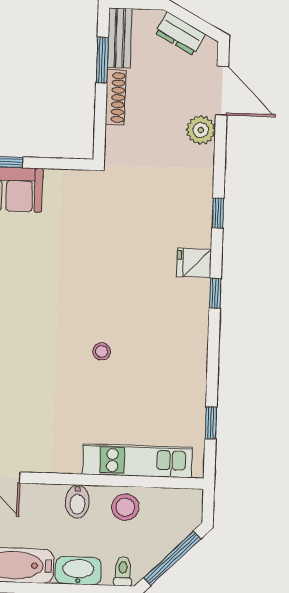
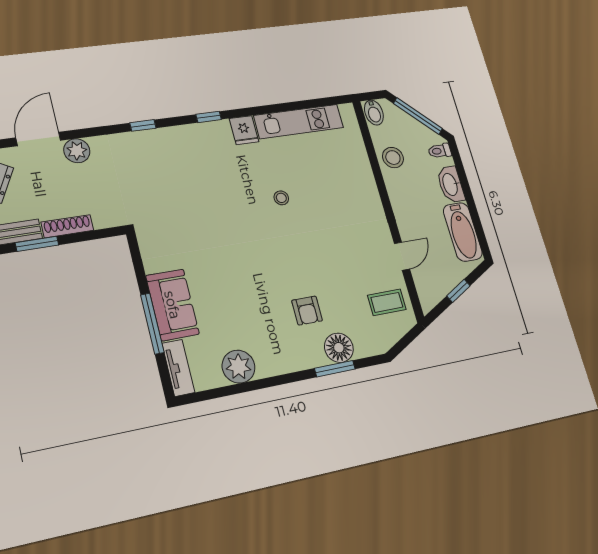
fridge: (194, 263) -> (244, 130), moved
window: (211, 423) -> (310, 104), removed
kitchen unit: (137, 461) -> (299, 122), moved, turned -90
bidet: (77, 501) -> (374, 113), moved, turned 90

